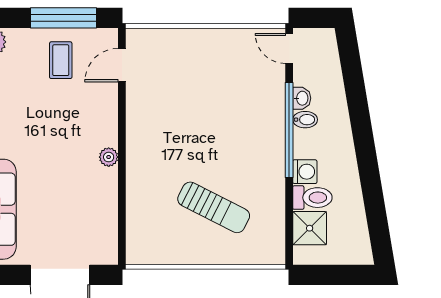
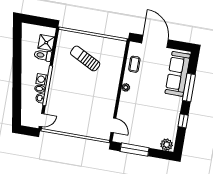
door: (289, 49) -> (42, 120), hinge flipped
coffee table: (61, 60) -> (134, 64), moved
door: (122, 65) -> (113, 125), hinge flipped
washing machine: (305, 172) -> (42, 79), moved

